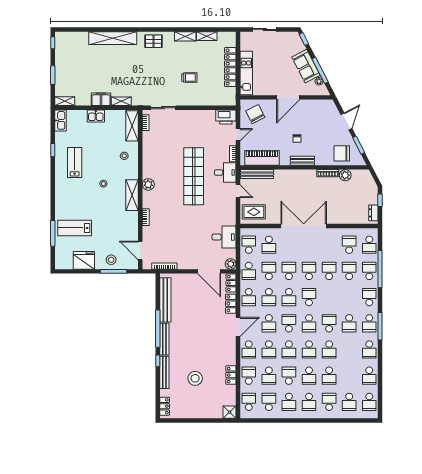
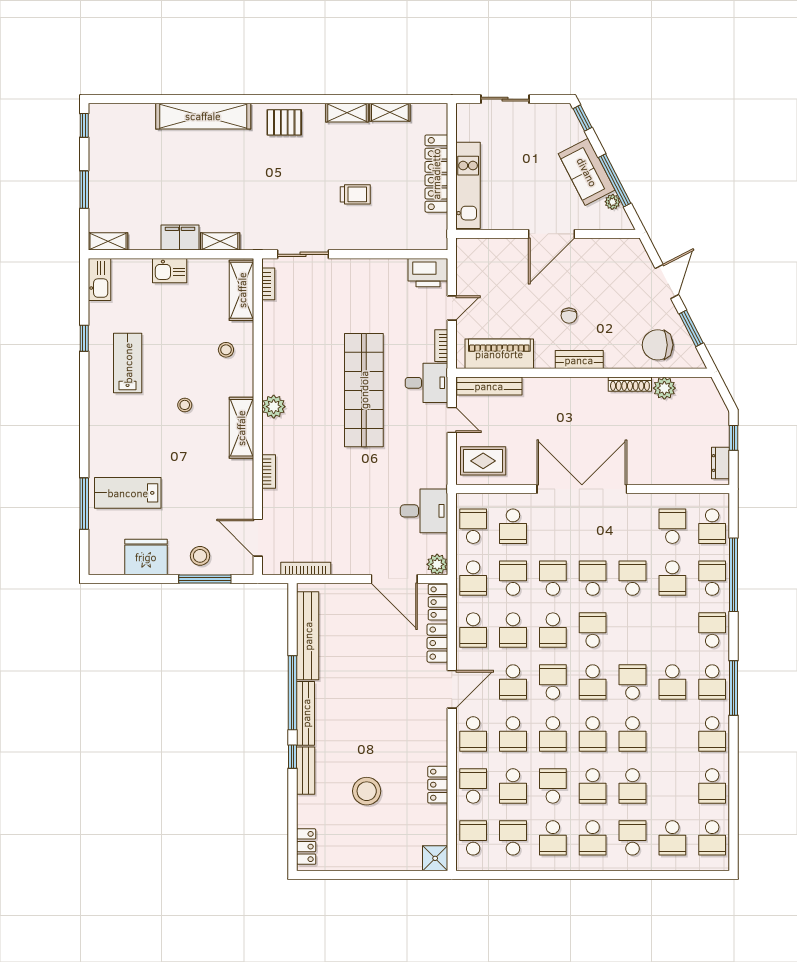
chair: (255, 114) -> (486, 267), removed
school desk: (349, 271) -> (672, 578), turned 180
bench: (164, 372) -> (306, 771), width x0.73

